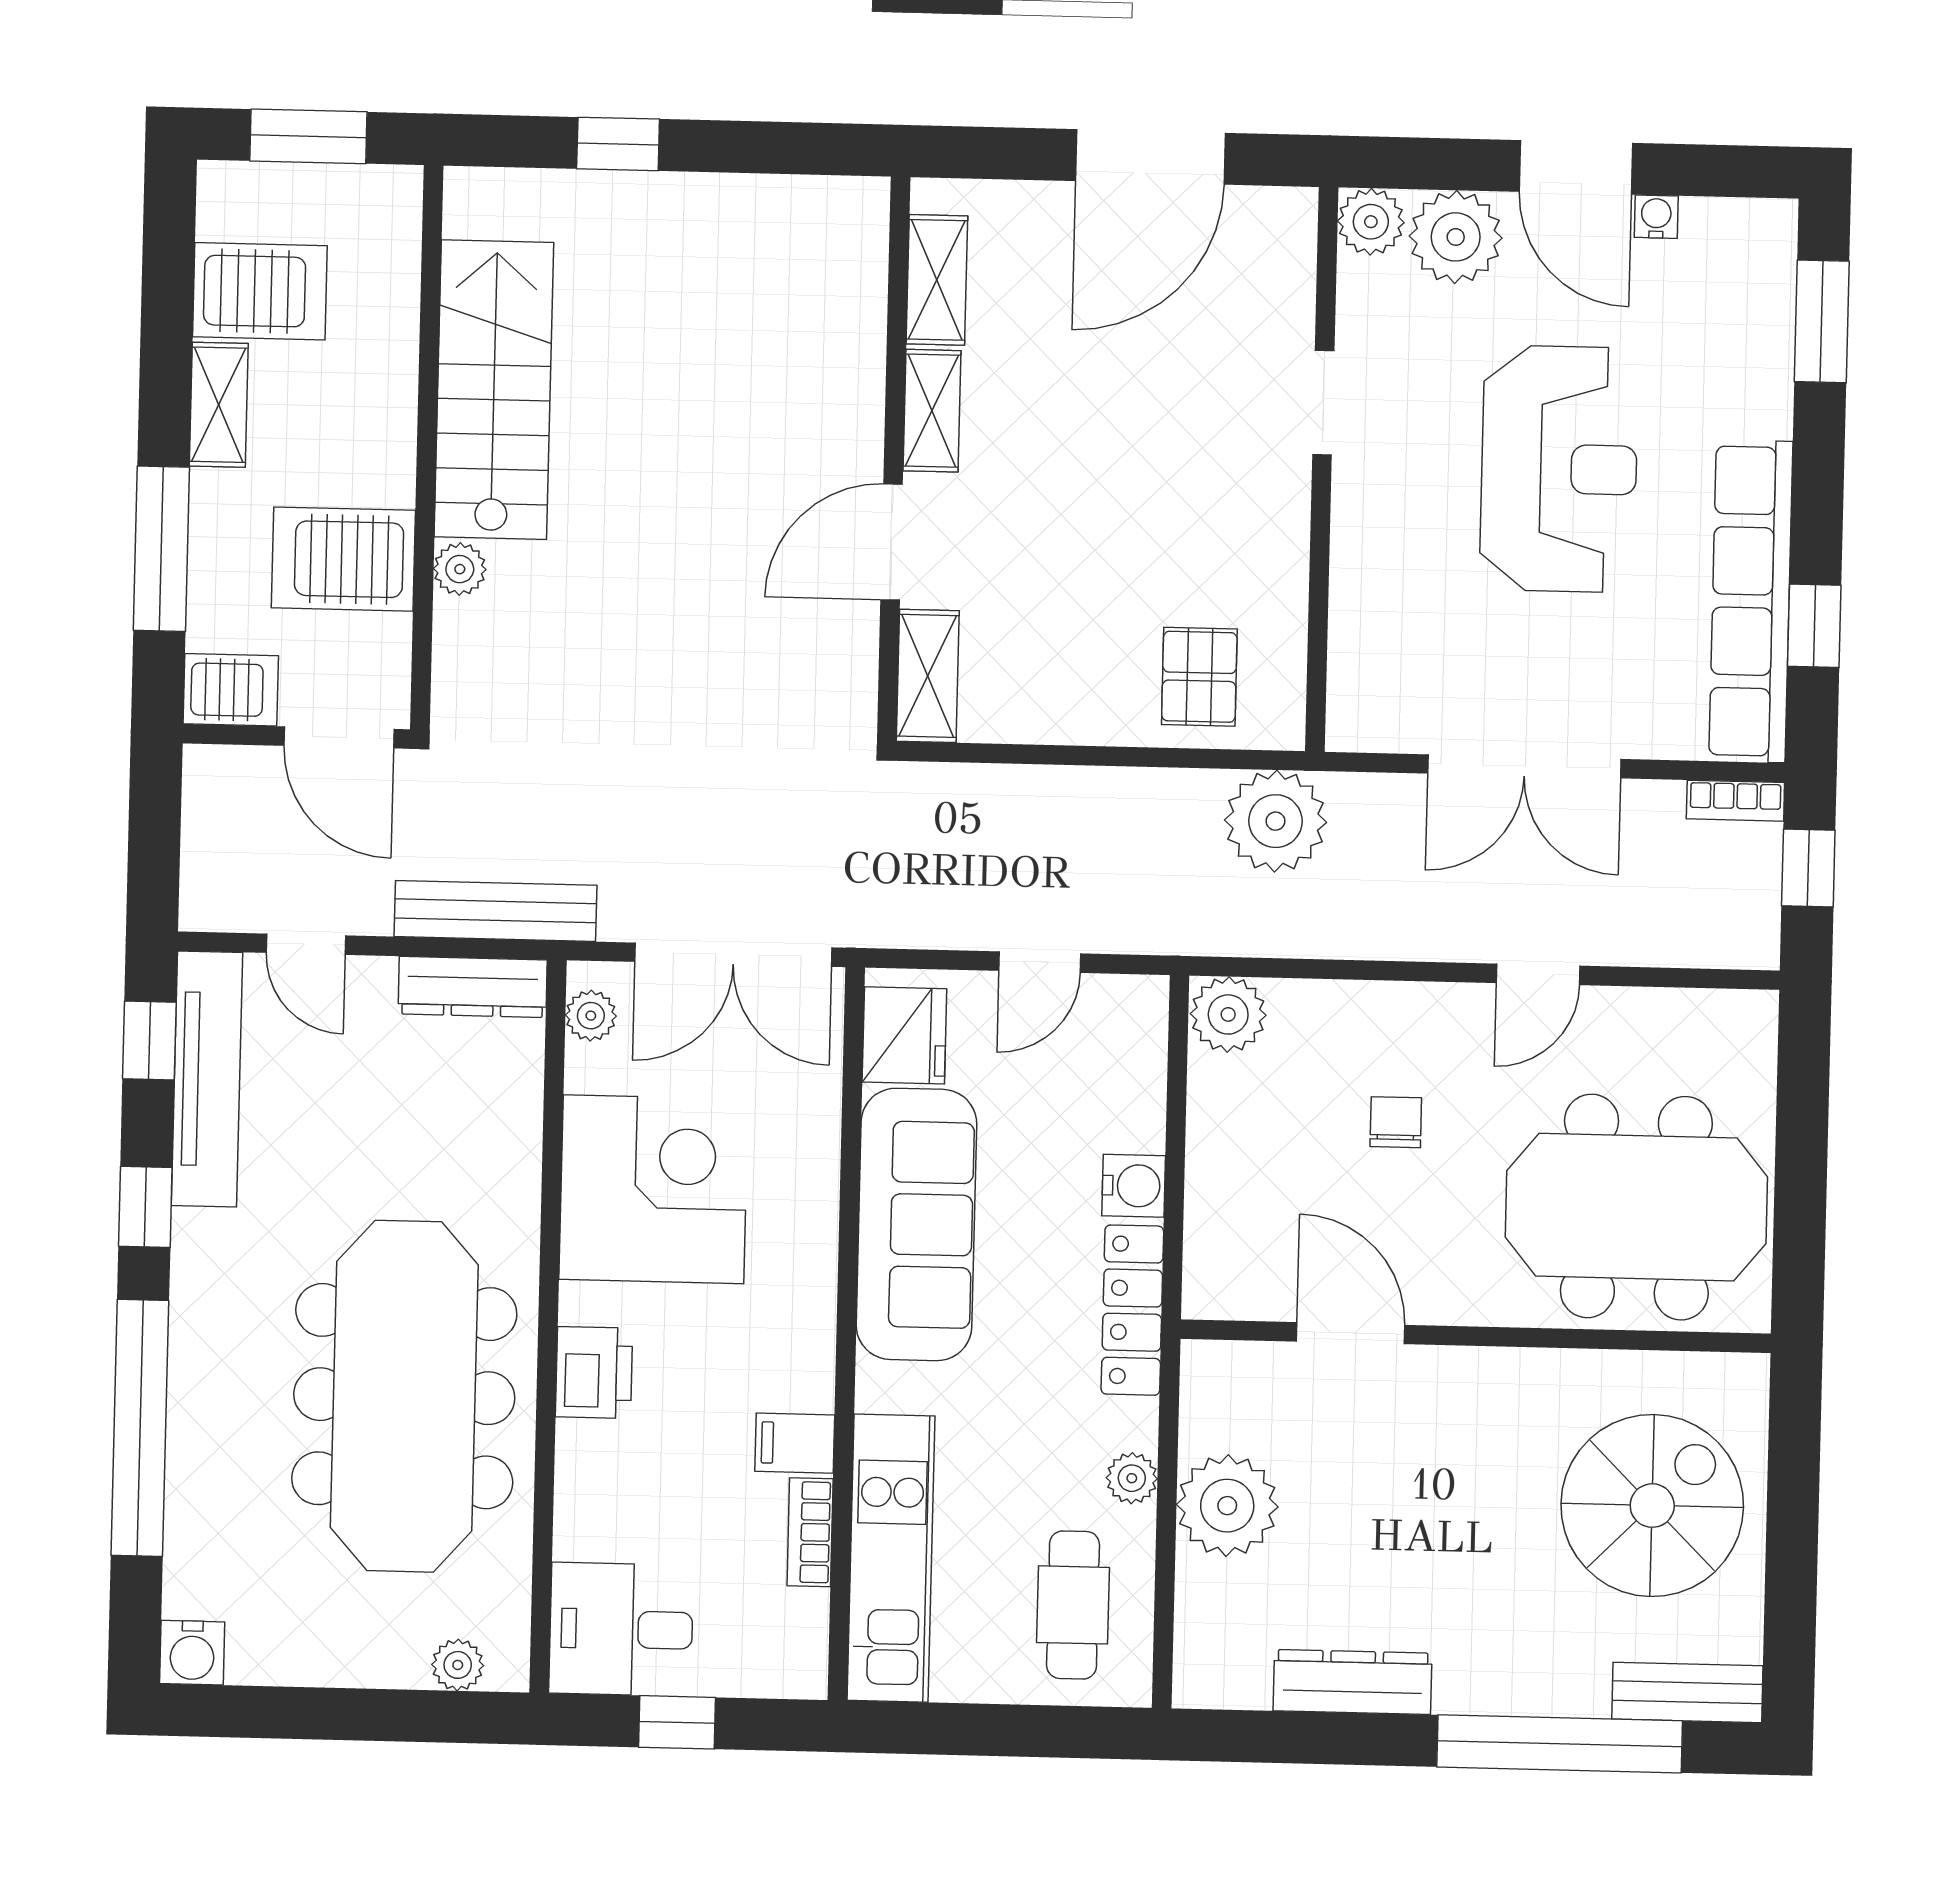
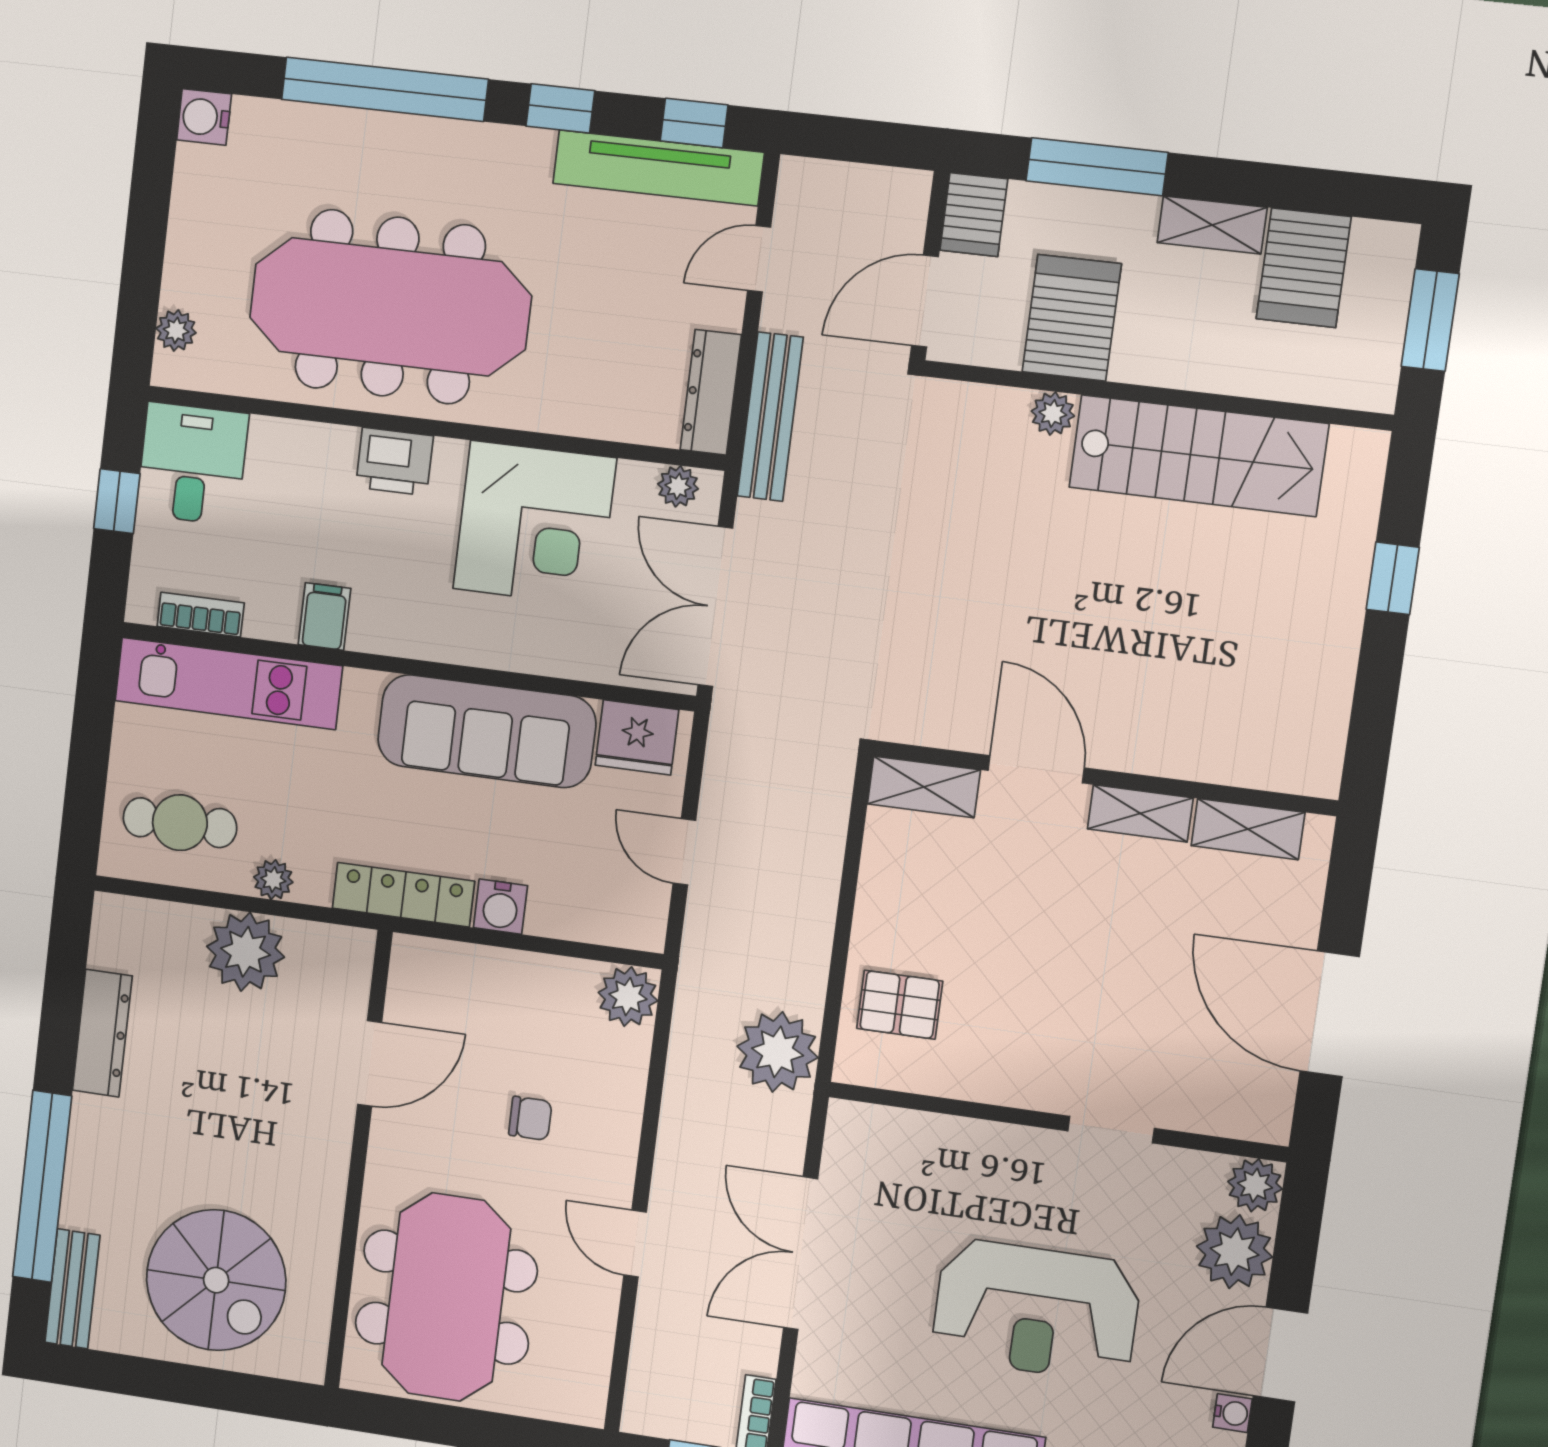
bookcase: (810, 1532) -> (201, 615), moved

